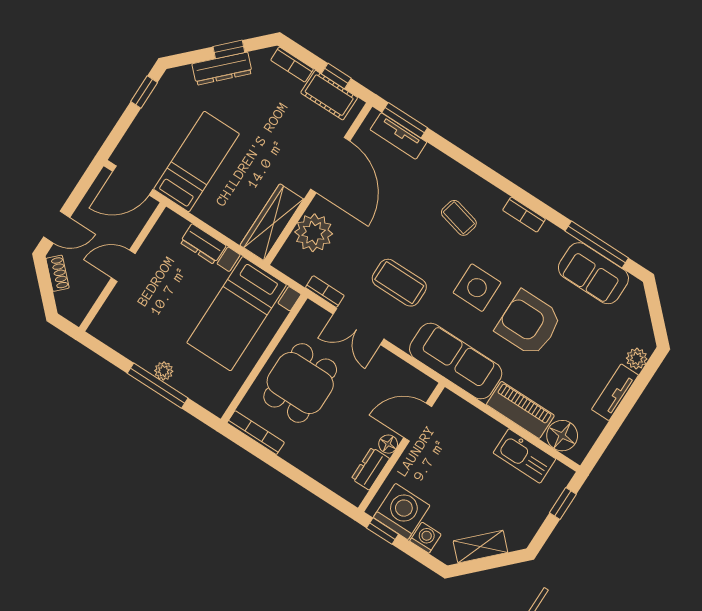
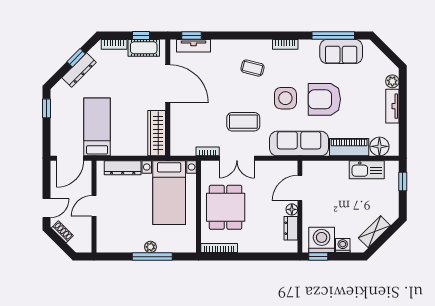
window: (405, 120) -> (191, 35), width x0.67
plant: (314, 233) -> (182, 125), removed
dresser: (203, 244) -> (123, 168), width x1.44

